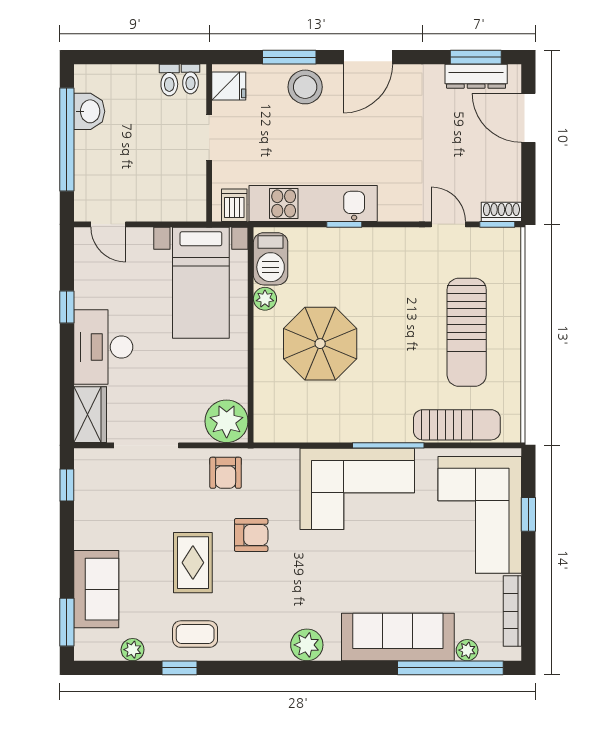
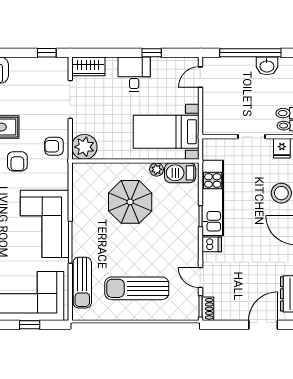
dishwasher: (234, 205) -> (212, 244), moved
door: (448, 224) -> (200, 278), swing flipped
desk: (103, 347) -> (134, 74), width x0.73

